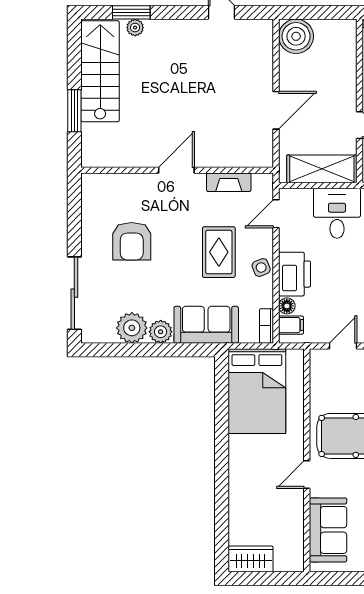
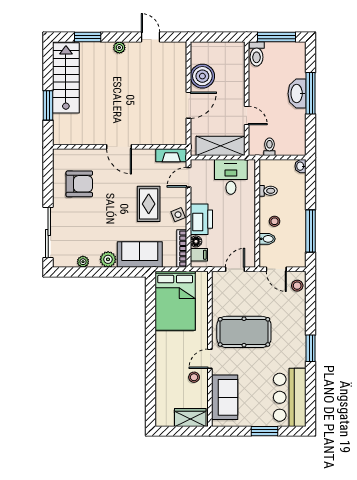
plant: (135, 28) -> (119, 48), moved
boiler: (296, 36) -> (202, 76), moved
door: (176, 170) -> (119, 147), swing flipped
fireplace: (229, 182) -> (171, 155), moved
armchair: (132, 241) -> (79, 184), moved, turned -90
bookcase: (267, 326) -> (182, 249), width x1.56
plant: (132, 328) -> (83, 262), width x0.53, depth x0.53
stool: (284, 501) -> (194, 377), added
wardrobe: (251, 559) -> (190, 417), moved

